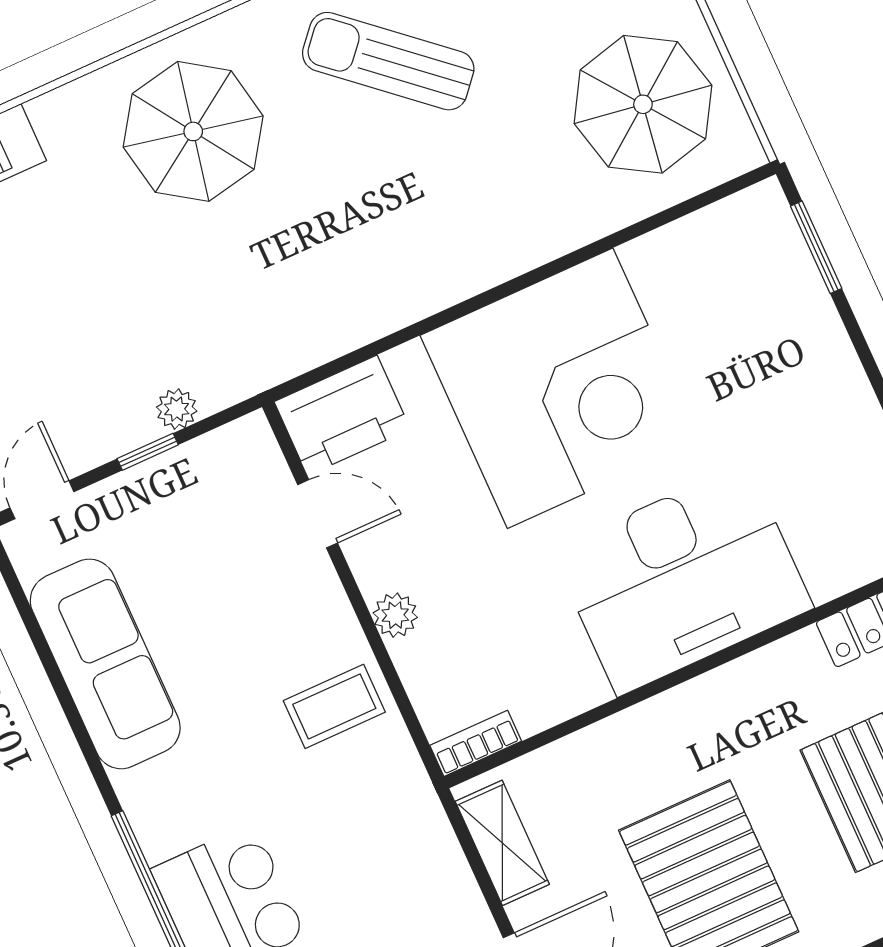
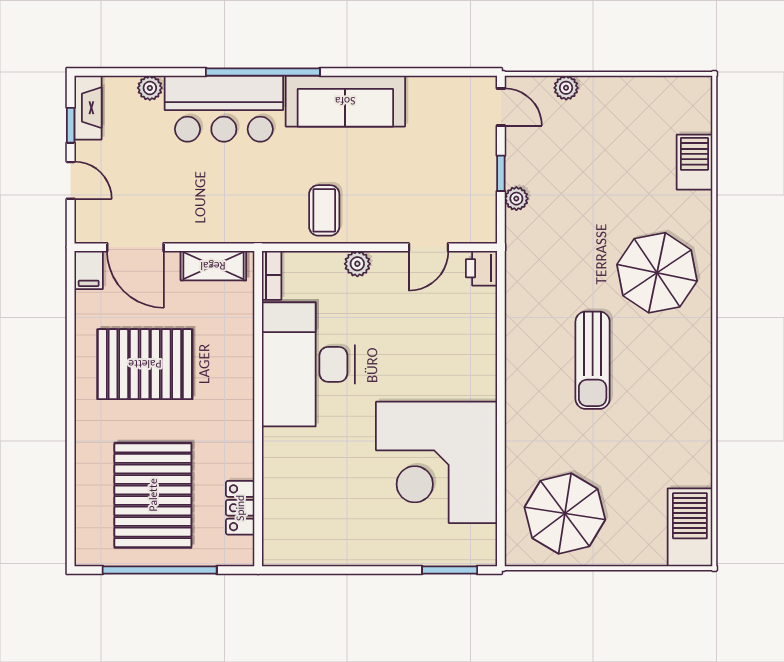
sun lounger: (388, 61) -> (593, 360), moved, turned 139
corner desk: (560, 388) -> (437, 462), moved
printer: (342, 415) -> (481, 268), width x0.53, depth x0.68
desk: (682, 579) -> (308, 364), moved
sofa: (105, 664) -> (345, 101), moved

